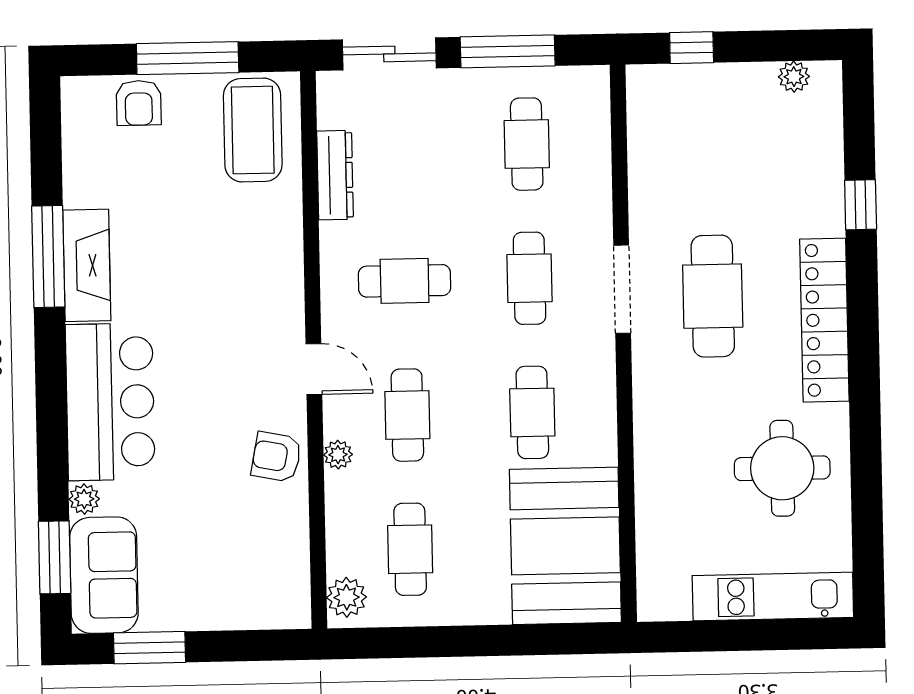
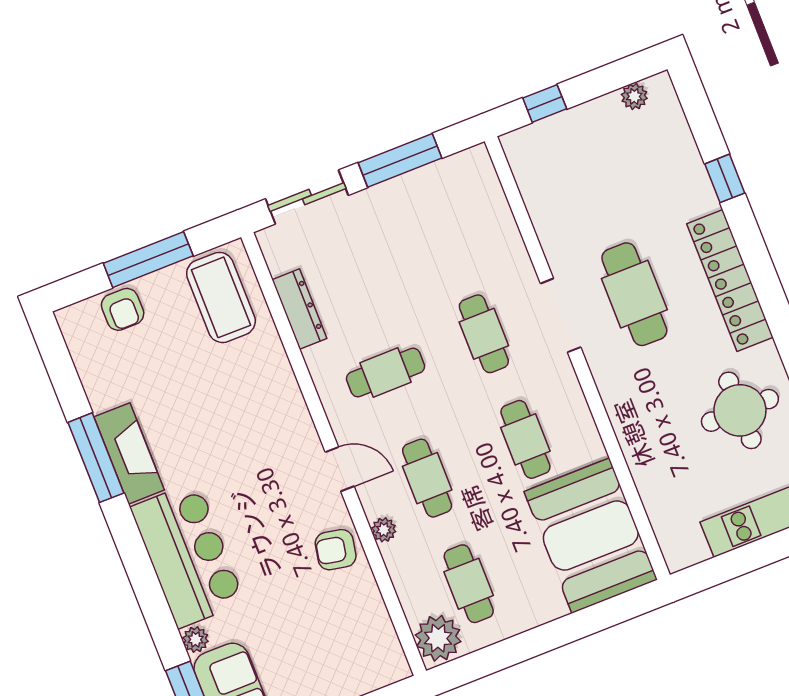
cafe table: (527, 144) -> (442, 228), removed
plant: (347, 597) -> (438, 638), width x1.36, depth x1.36

